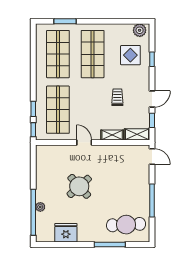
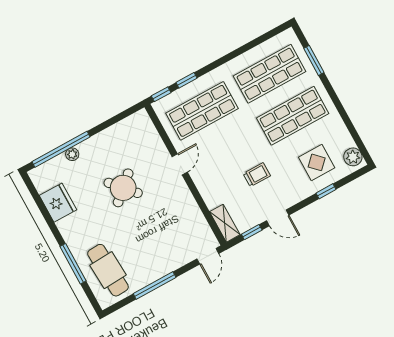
shelving: (112, 135) -> (207, 193), removed

